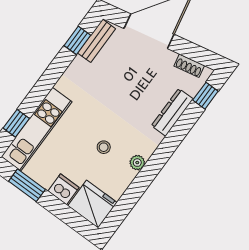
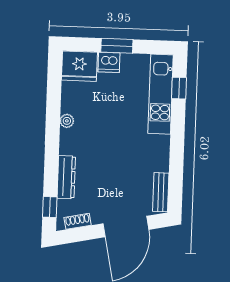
window: (77, 40) -> (176, 183), removed
stool: (104, 147) -> (100, 115), removed
window: (27, 185) -> (117, 46), moved

